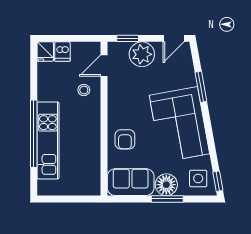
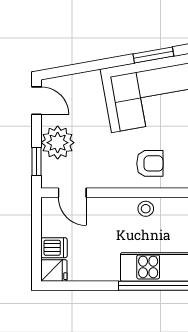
window: (201, 87) -> (153, 55), moved
stool: (84, 90) -> (146, 209), moved
armchair: (125, 139) -> (150, 163), moved

